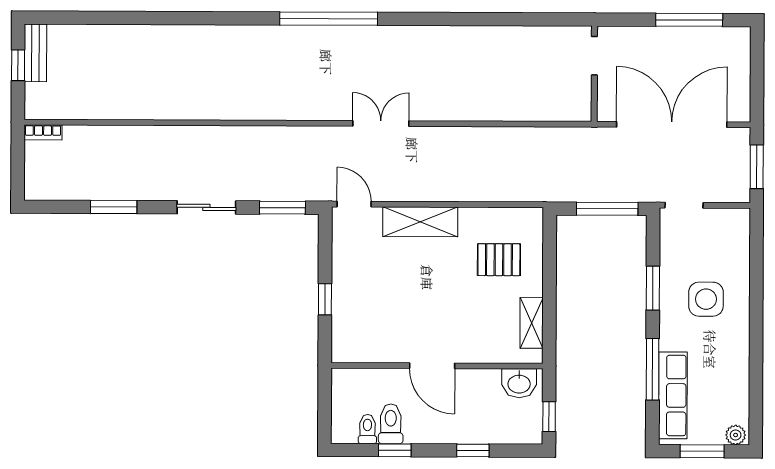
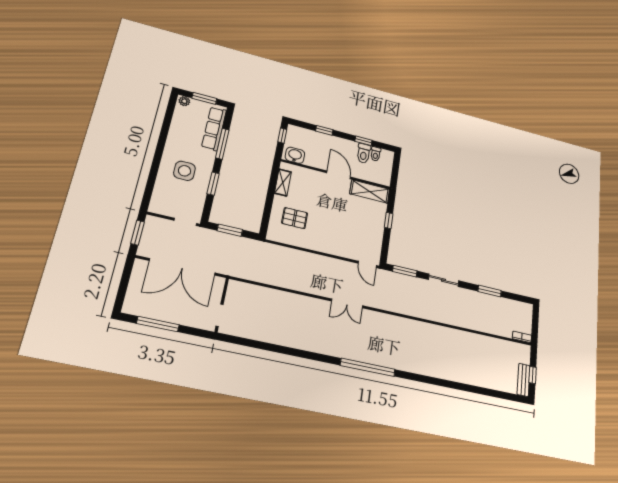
window: (607, 209) -> (230, 230), width x0.69
shelving: (420, 222) -> (370, 191), moved

